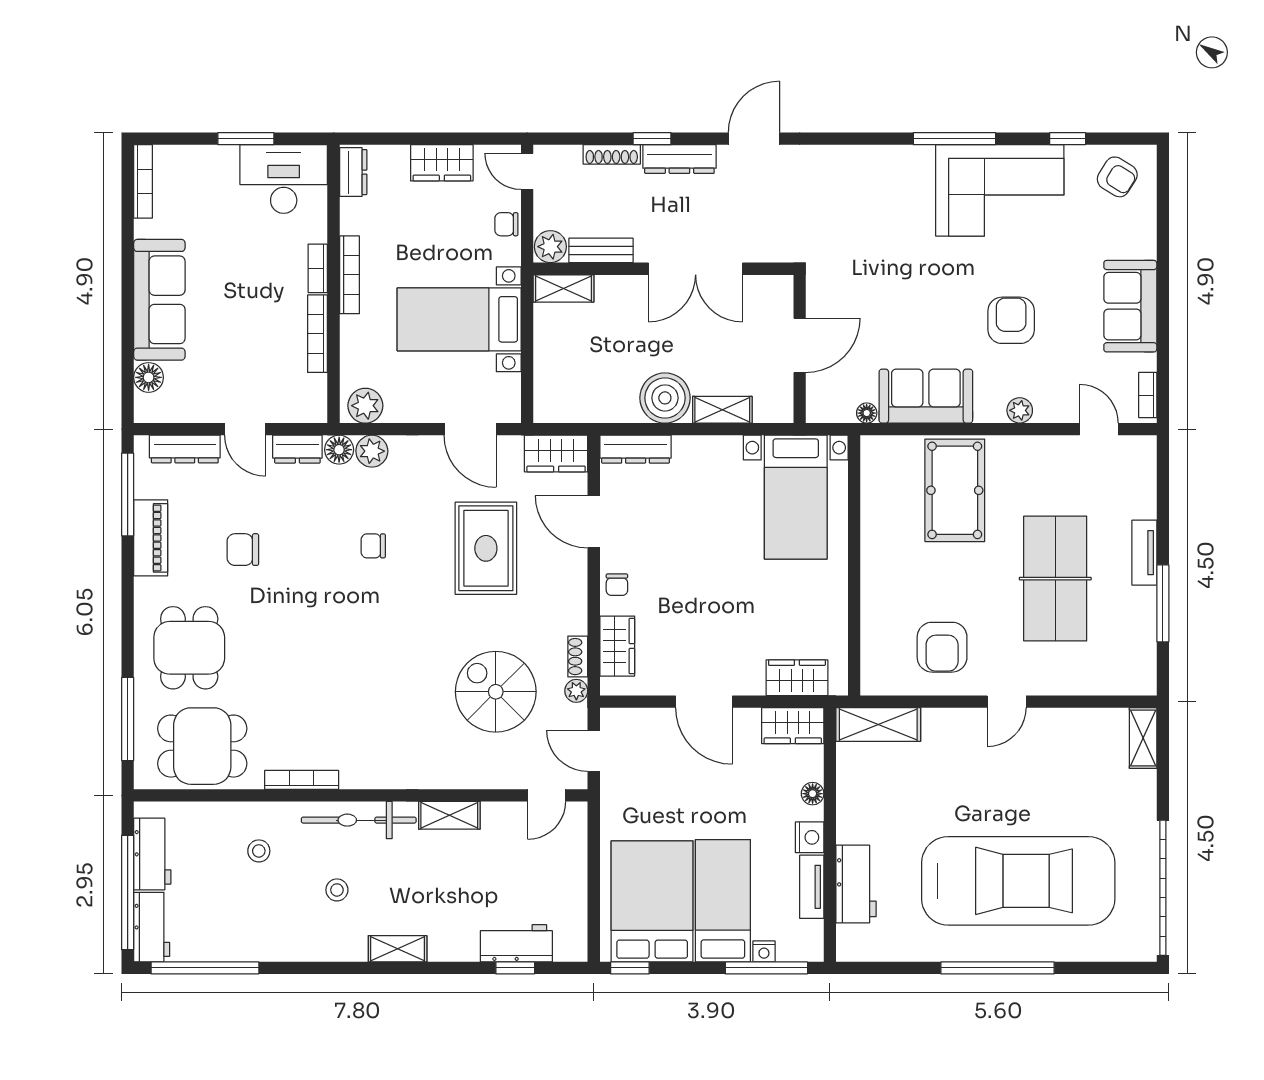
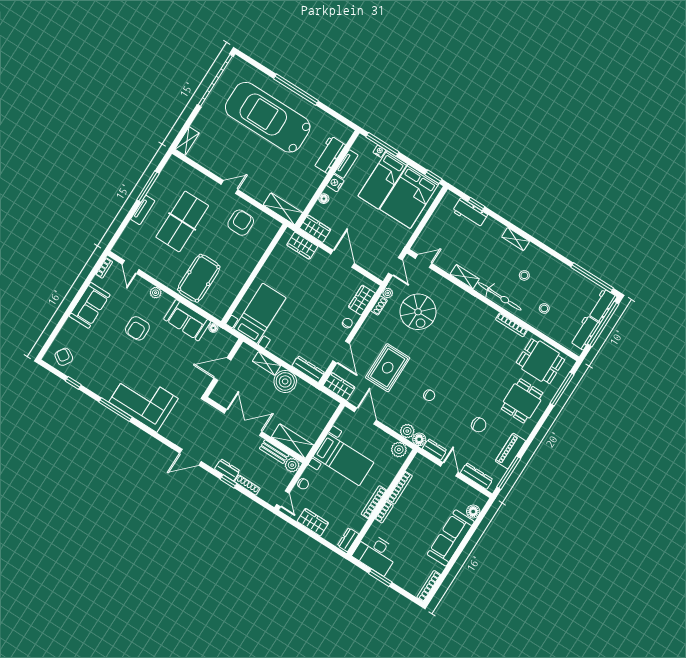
dresser: (679, 159) -> (227, 470), width x0.70
corner sofa: (1000, 190) -> (143, 400), moved
shelving: (564, 288) -> (292, 441), width x1.50, depth x1.33

